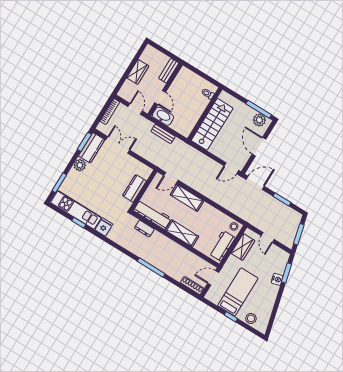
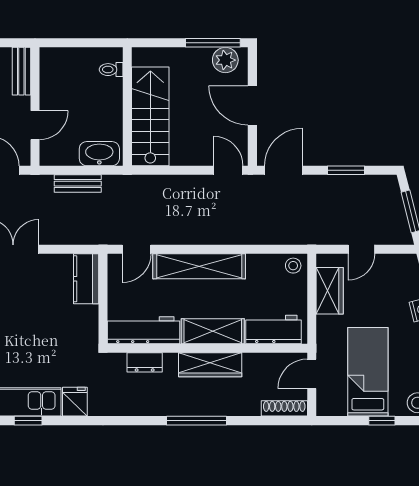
door: (160, 97) -> (35, 125), hinge flipped
washbasin: (163, 116) -> (99, 154), moved
door: (231, 168) -> (228, 170), swing flipped
kitchen counter: (134, 188) -> (86, 279), moved
shelving: (187, 198) -> (199, 266), width x1.47
door: (268, 238) -> (361, 249), hinge flipped
workbench: (222, 246) -> (274, 329), moved, turned 90
wardrobe: (172, 247) -> (210, 365), added

